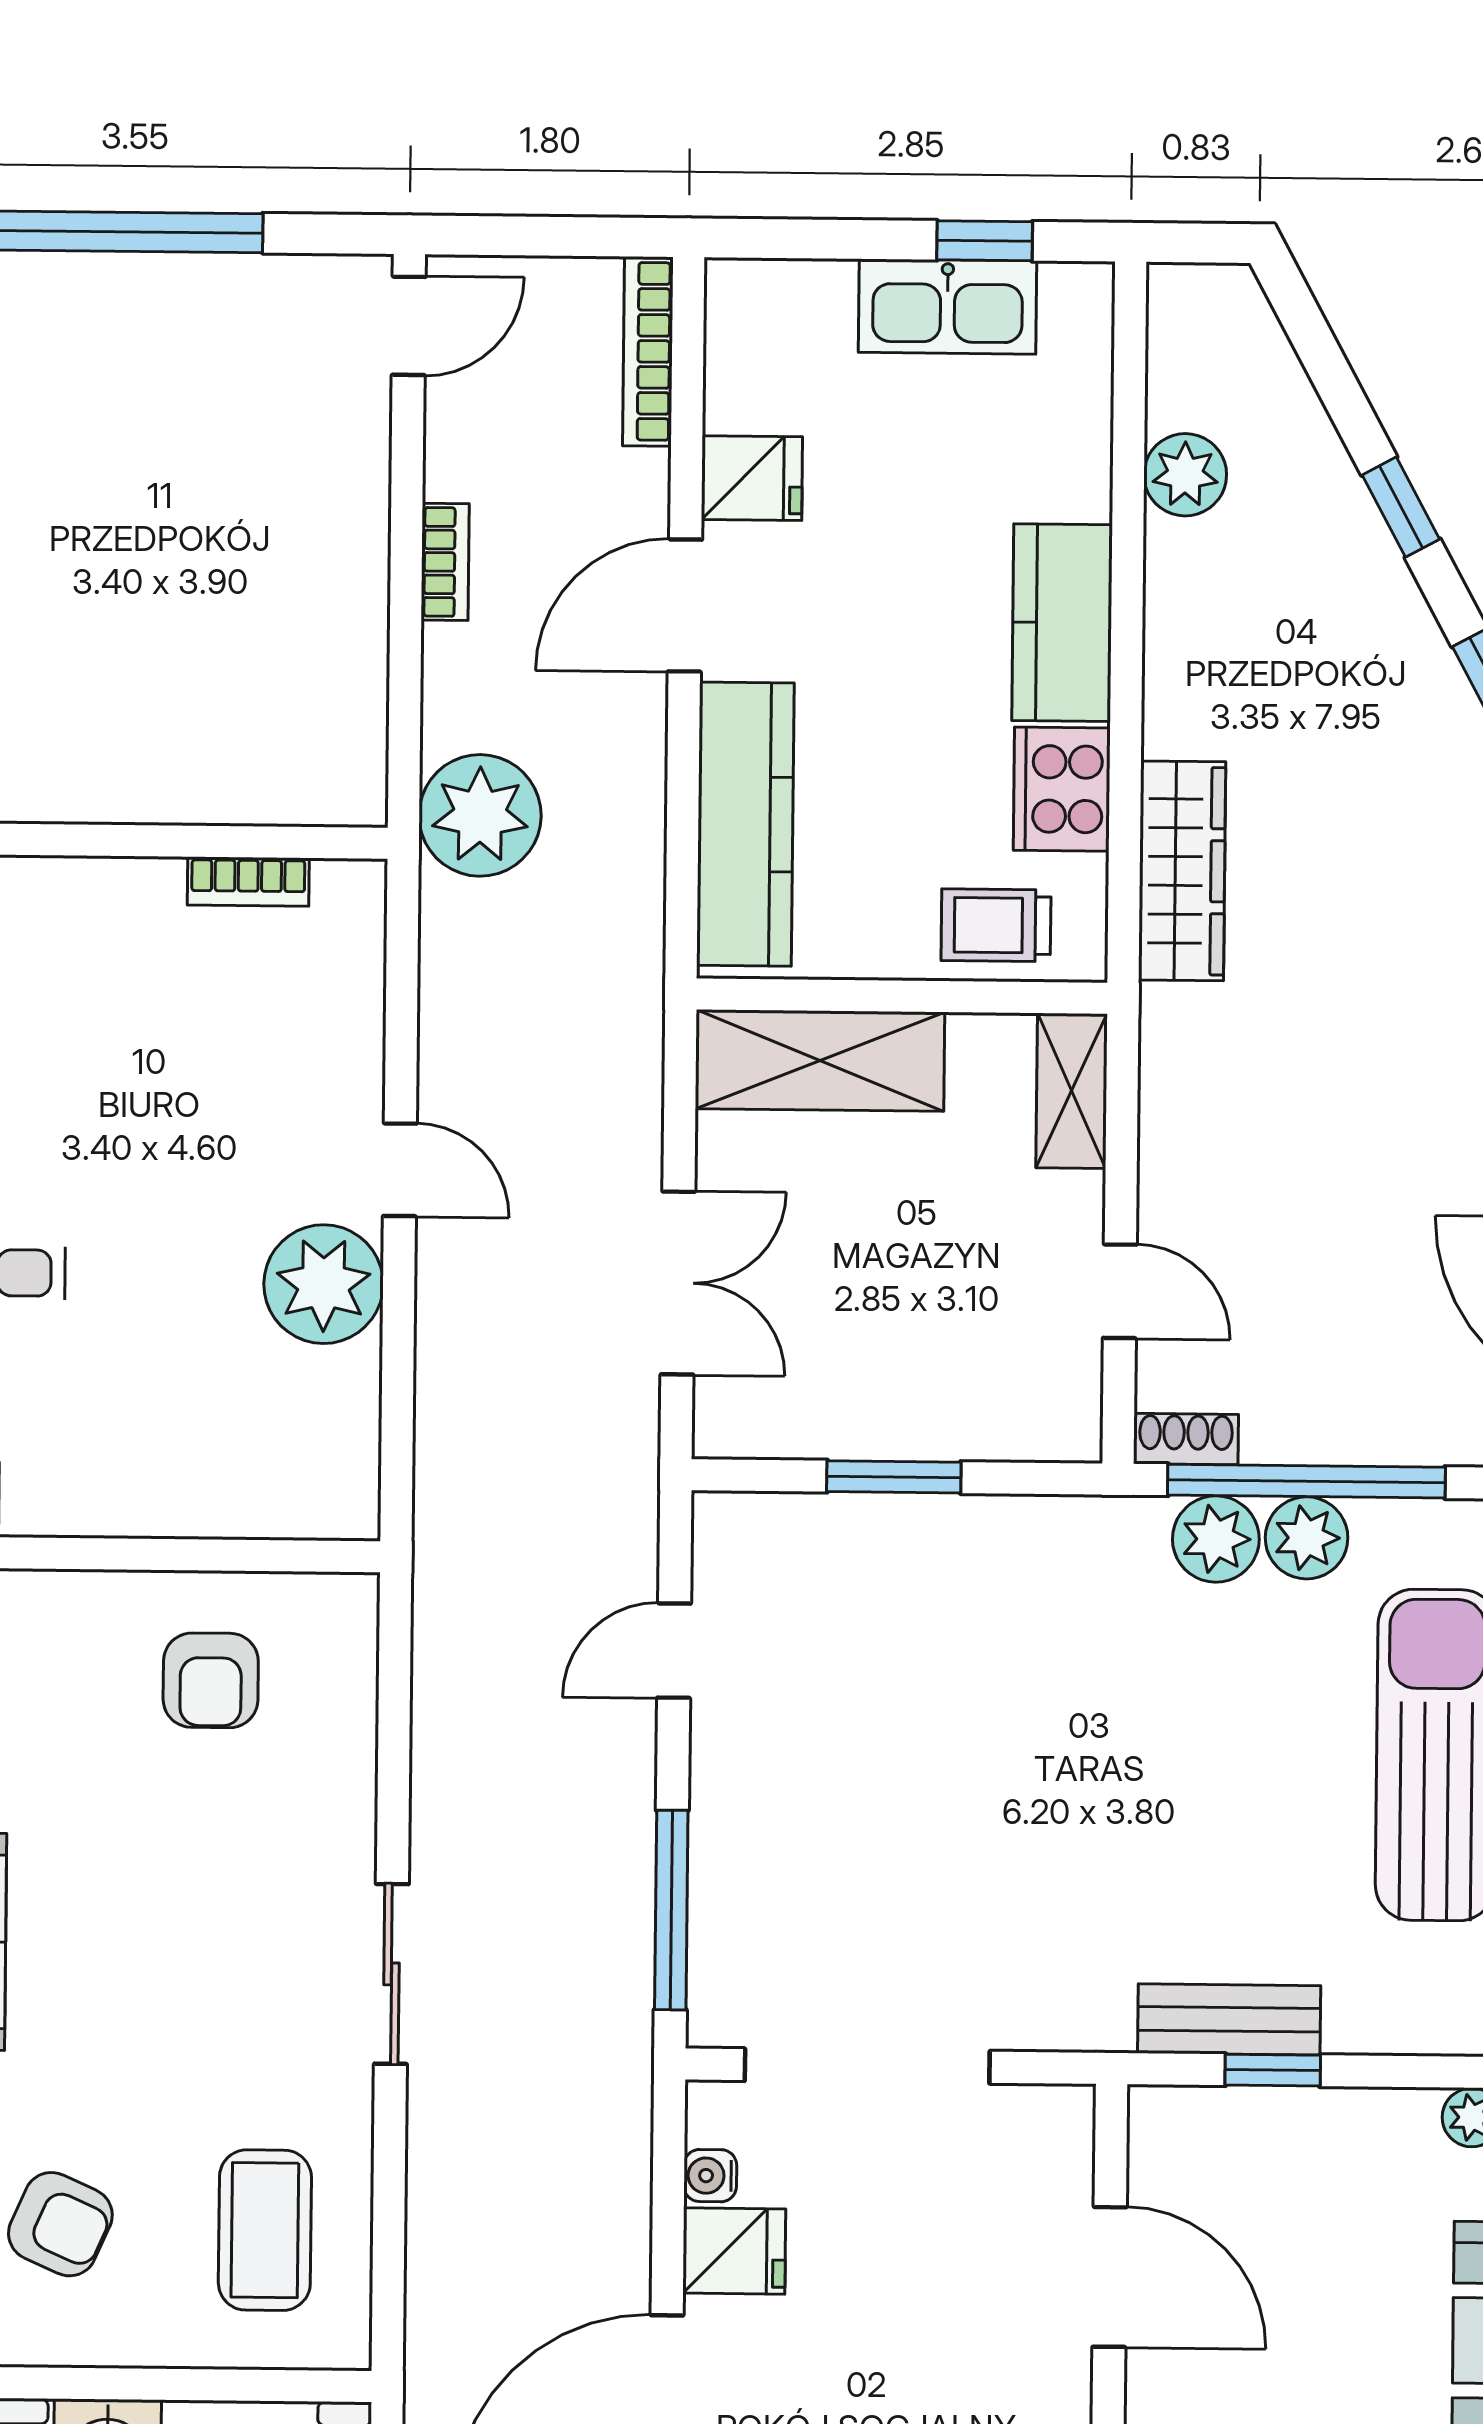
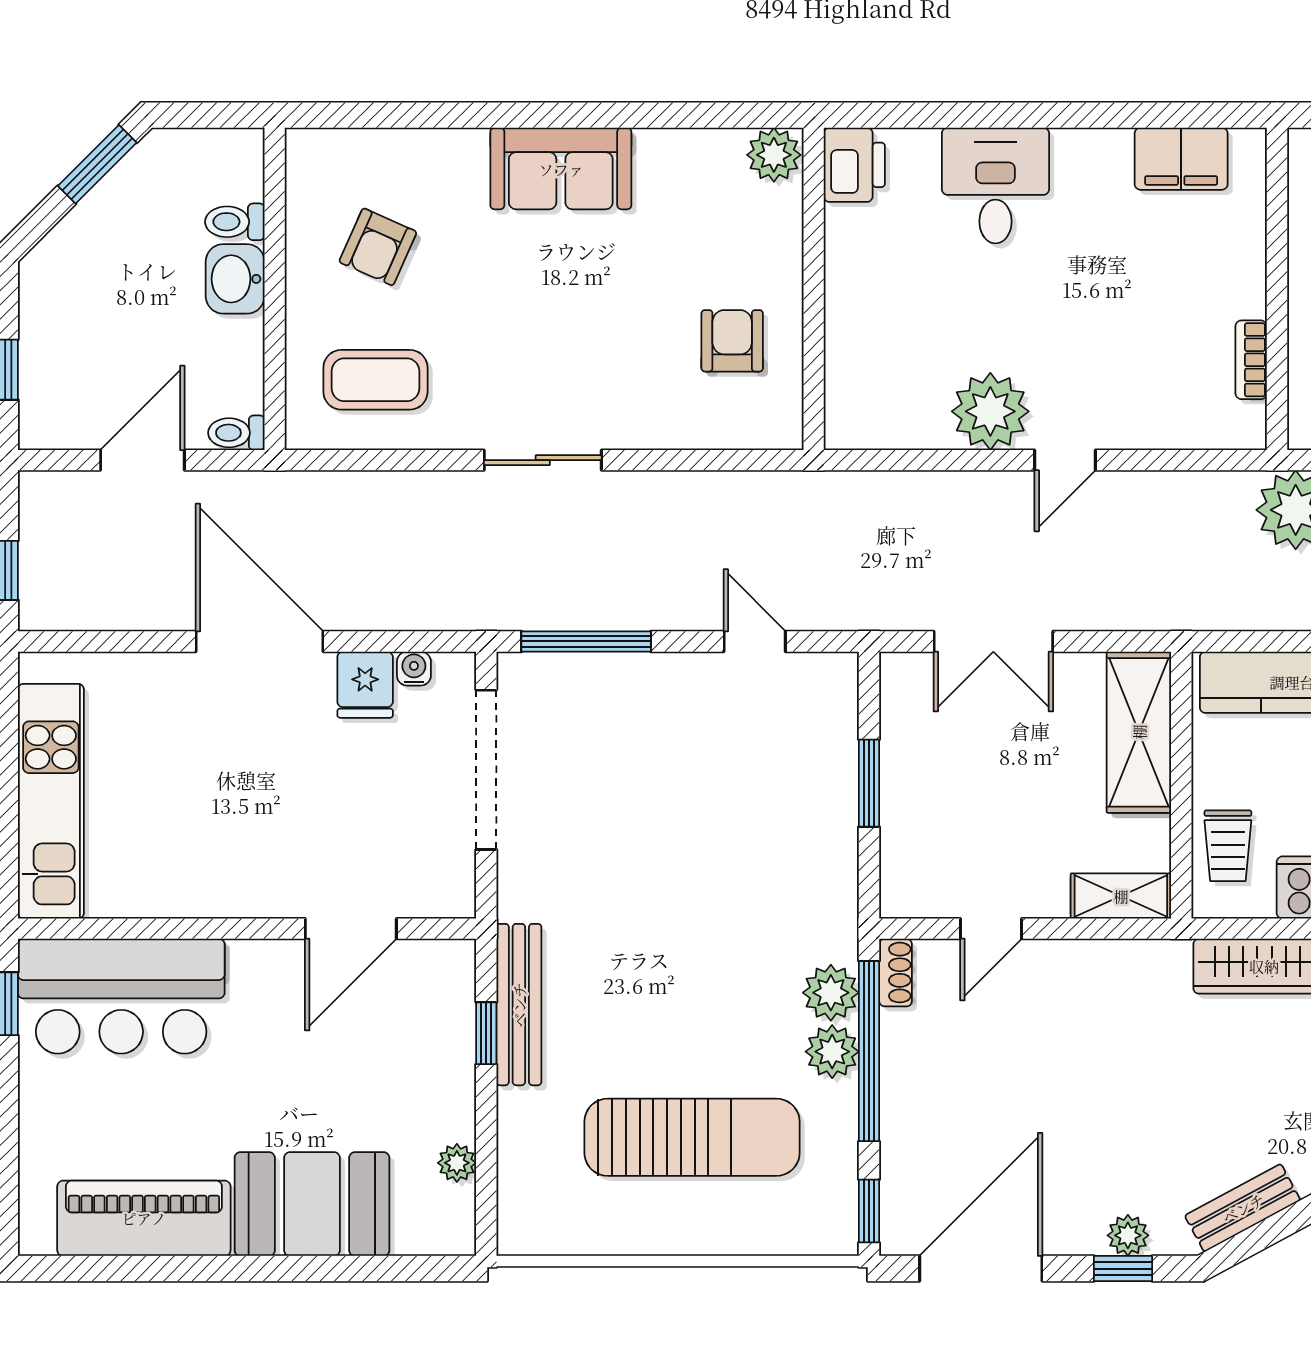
trolley: (996, 925) -> (1228, 846), turned 180
armchair: (211, 1680) -> (732, 341), turned 90
bench: (1229, 2019) -> (519, 1005), width x1.36

